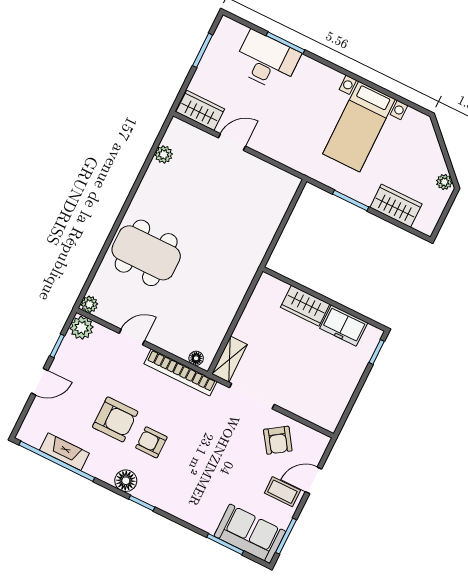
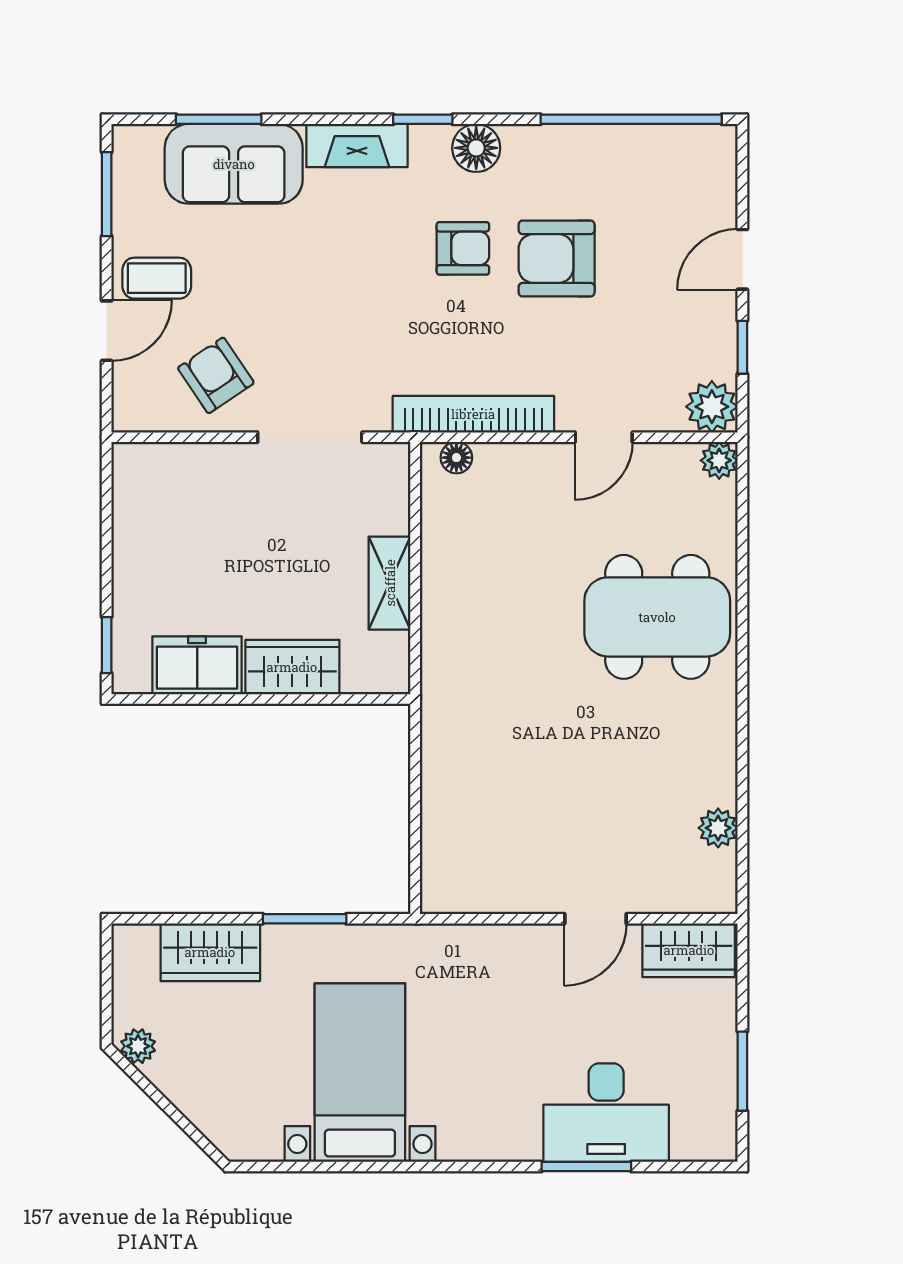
shelving: (230, 359) -> (390, 583), moved
fireplace: (64, 452) -> (357, 146), moved
sofa: (250, 534) -> (234, 164), moved

